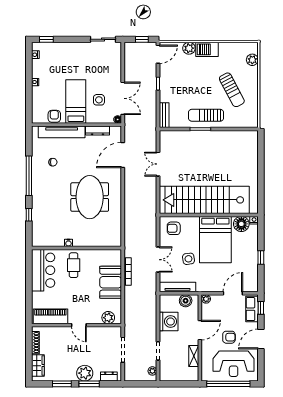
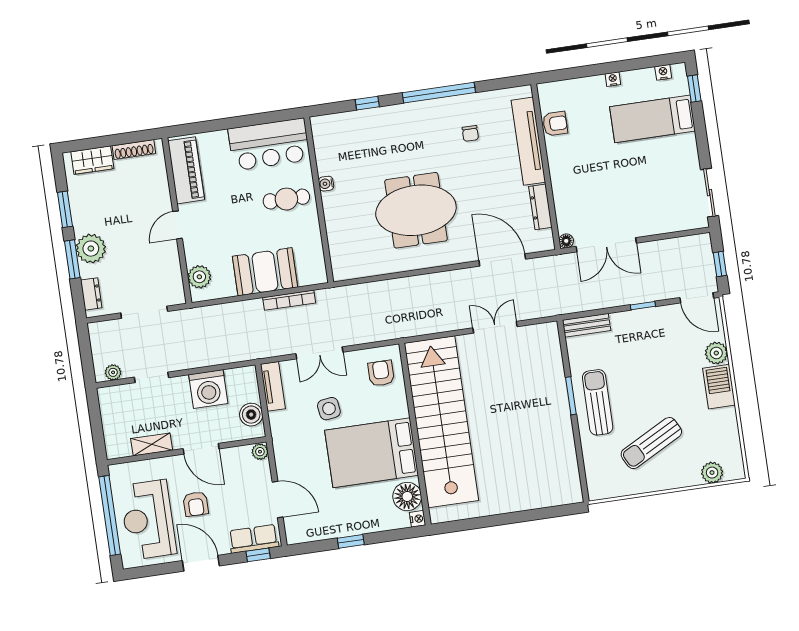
side table: (99, 100) -> (597, 201), removed
bed: (76, 101) -> (653, 119), moved, turned 180
tv unit: (178, 287) -> (273, 386), width x0.71

